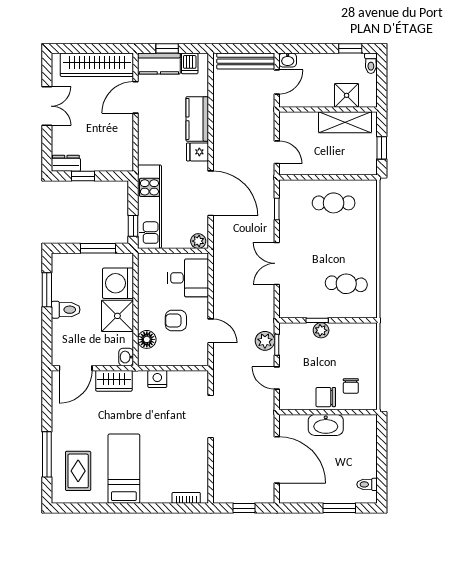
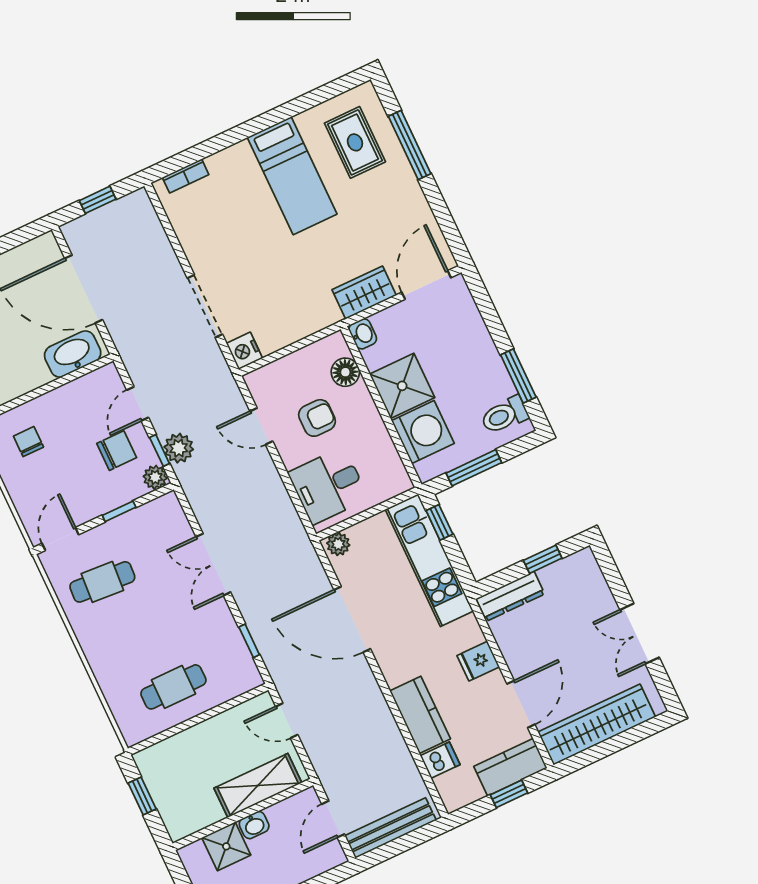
washbasin: (288, 60) -> (254, 825), moved, turned 180
dishwasher: (190, 63) -> (440, 760), moved, turned 90
shelving: (345, 122) -> (258, 786), moved
fridge: (198, 152) -> (478, 661), moved, turned 180
dresser: (66, 163) -> (510, 596), moved, width x1.44
double door: (277, 263) -> (213, 565), swing flipped
toilet: (66, 310) -> (504, 415), moved
door: (359, 320) -> (60, 539), added
plant: (321, 330) -> (155, 477), moved
door: (277, 378) -> (138, 404), swing flipped
nightstand: (157, 379) -> (244, 351), moved, turned 90
chair: (326, 397) -> (117, 451), moved
washbasin: (326, 425) -> (73, 354), moved

